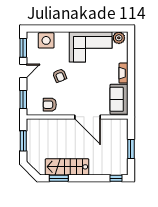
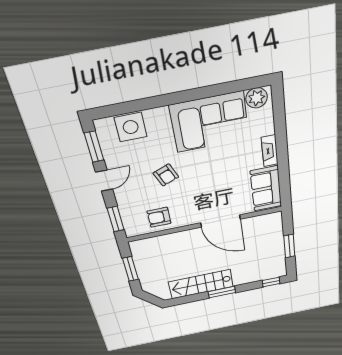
window: (59, 178) -> (222, 292), moved

